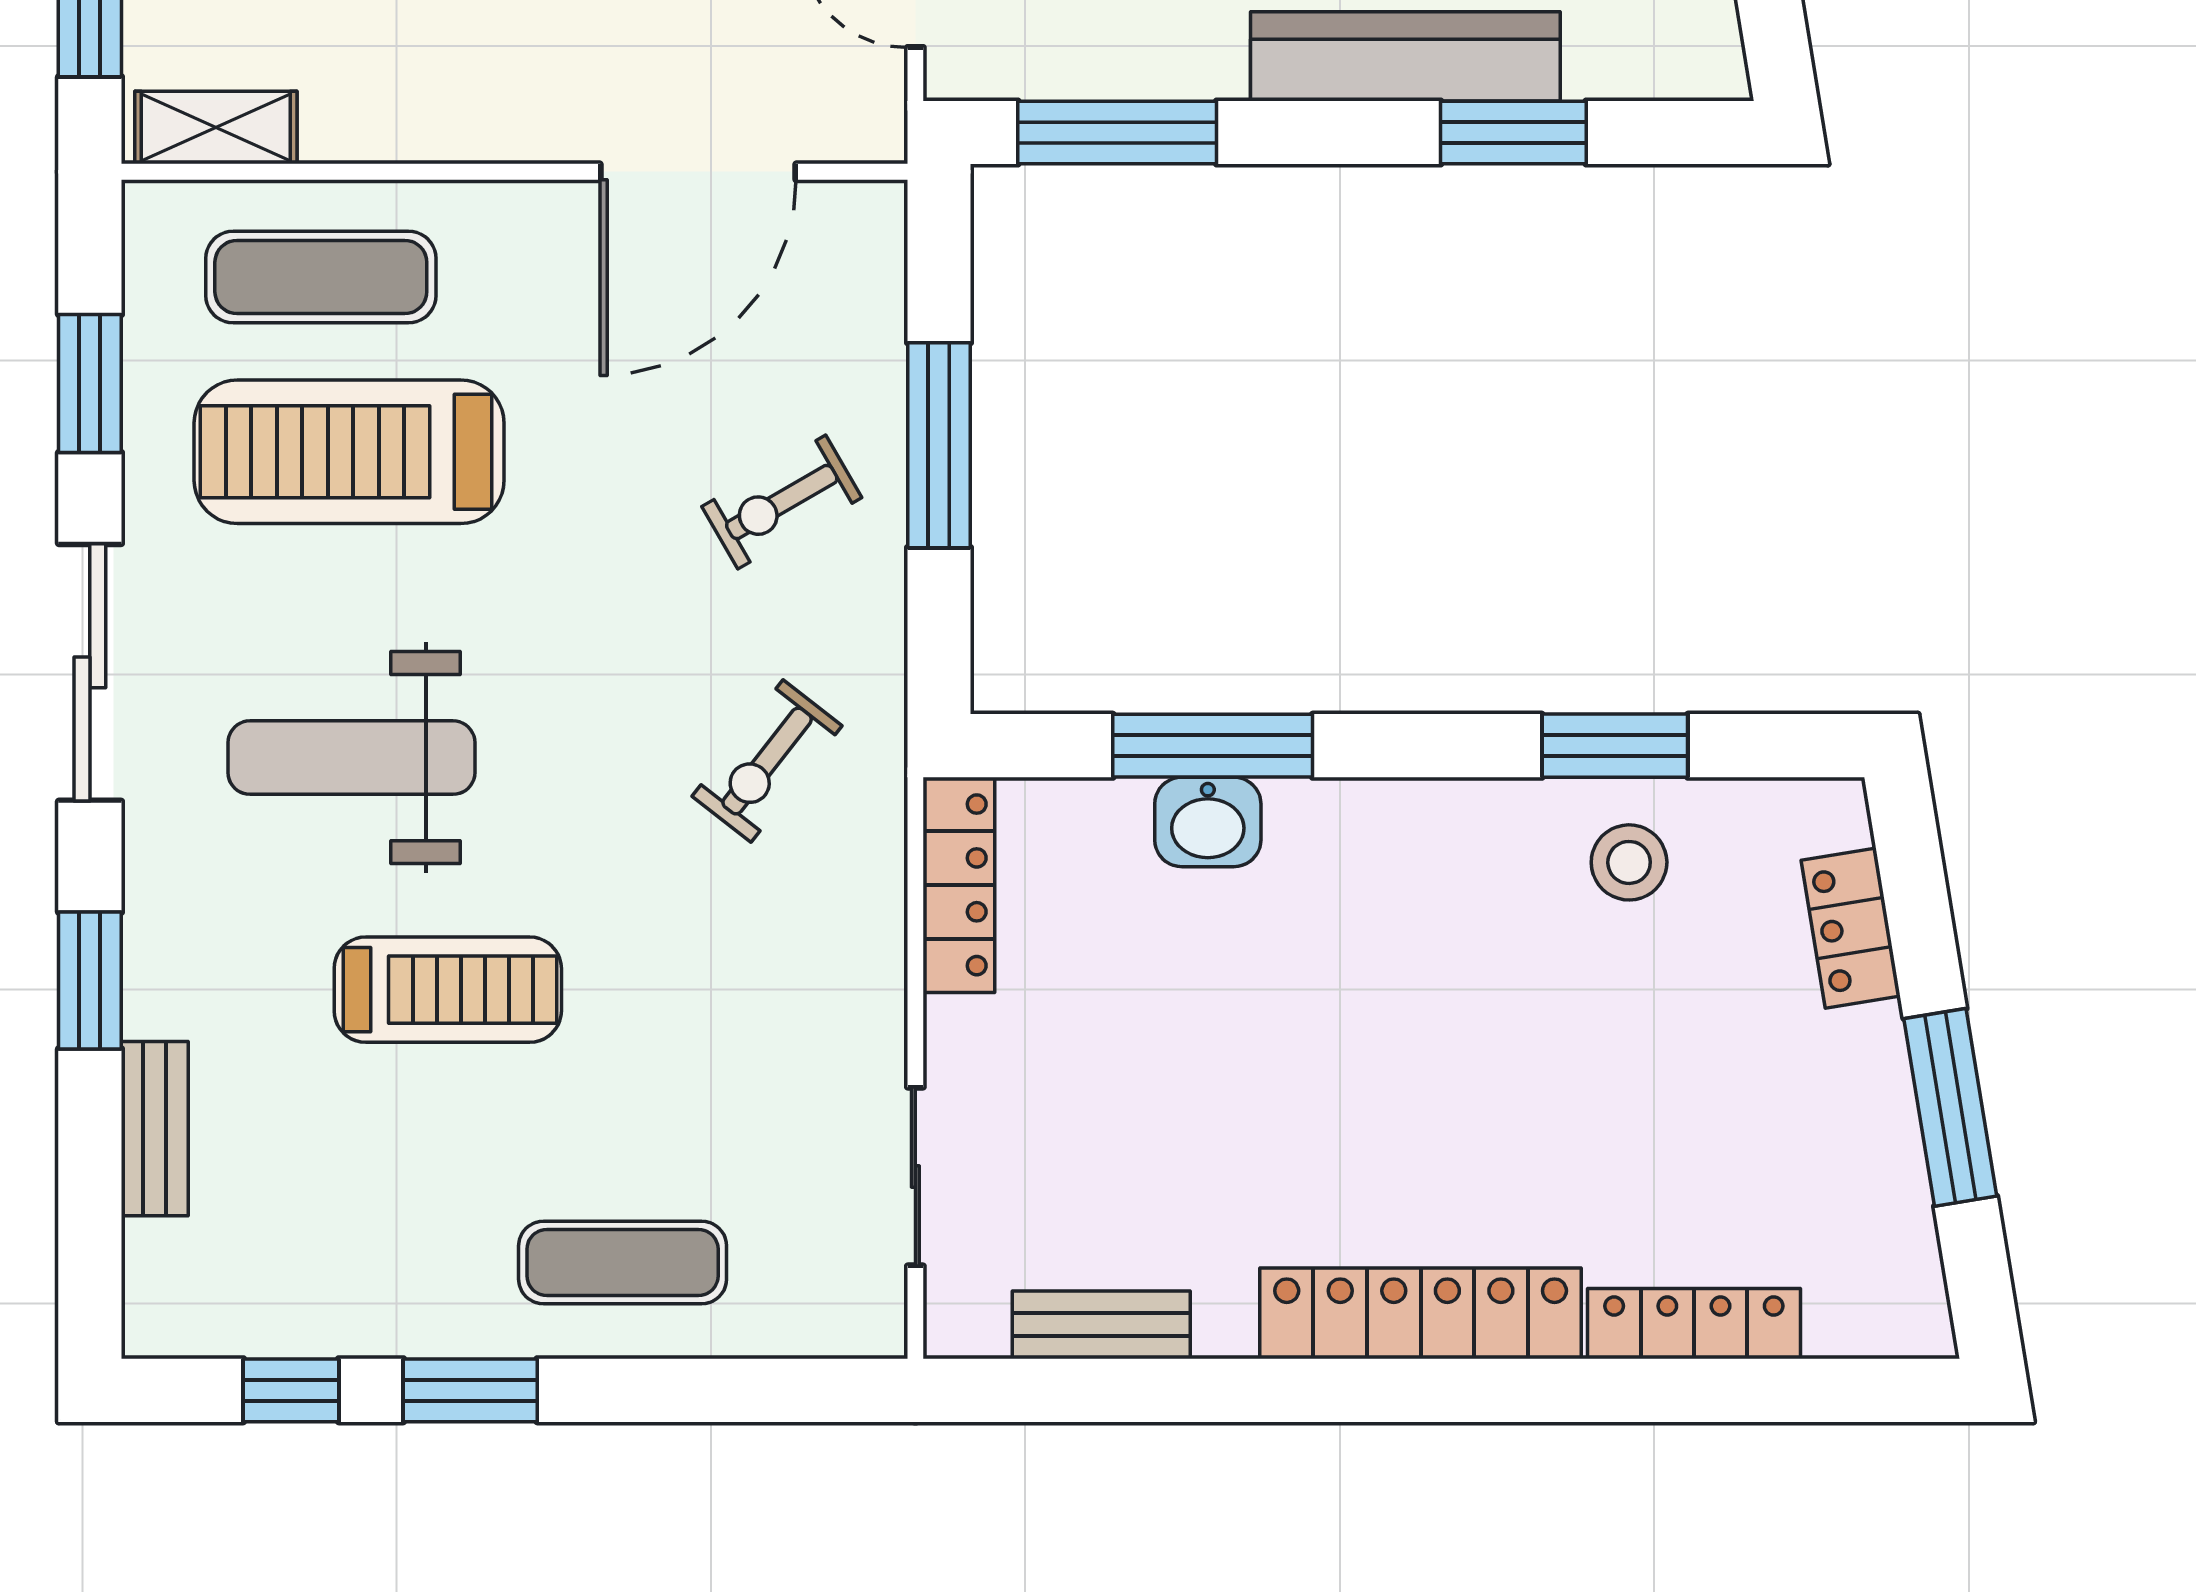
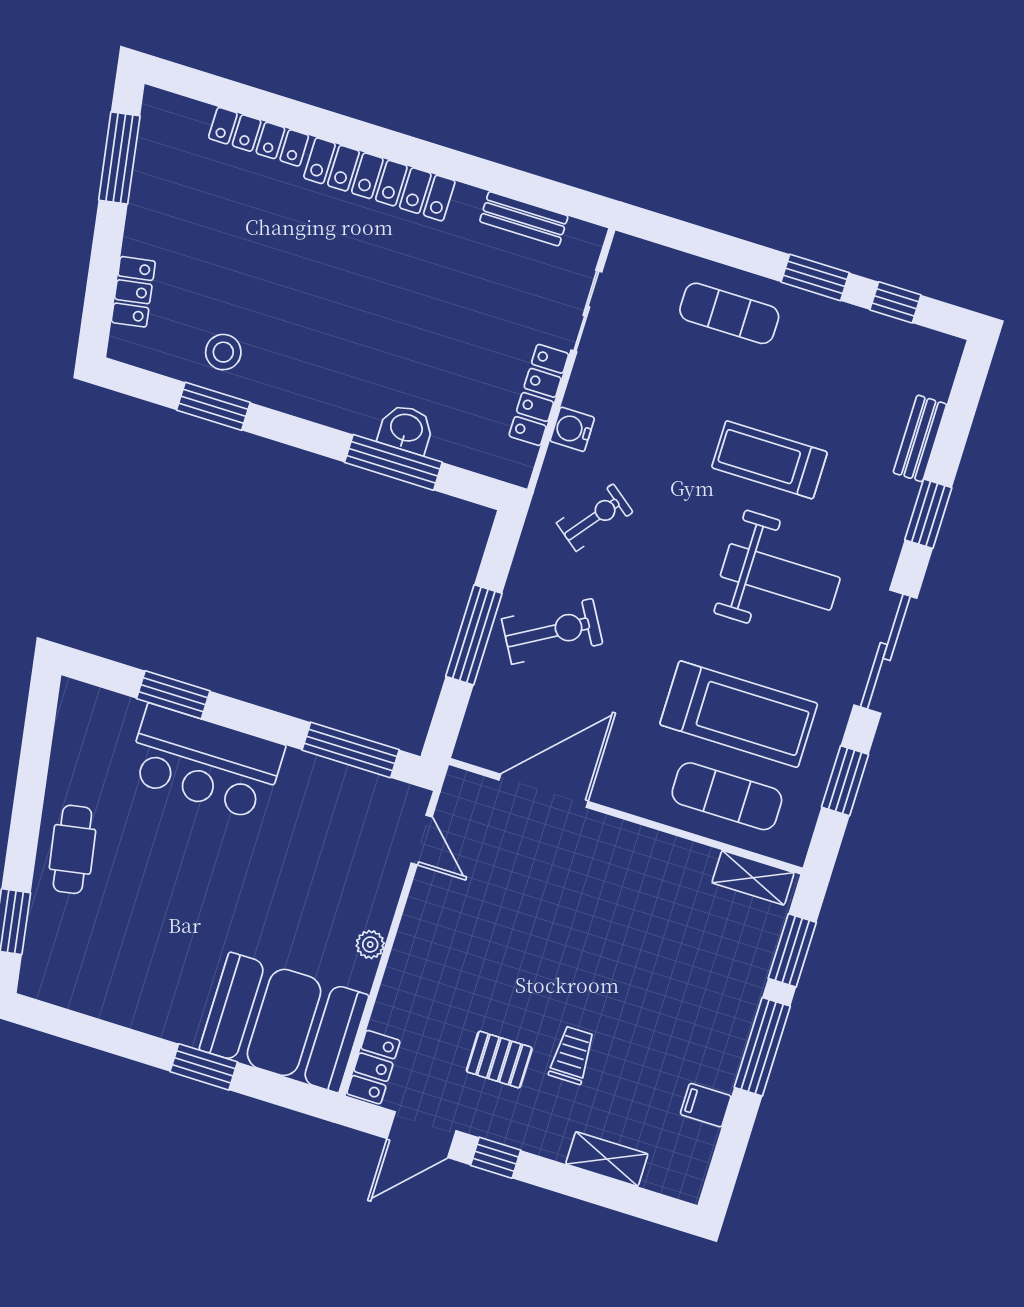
exercise bike: (782, 502) -> (552, 631), width x1.38, depth x1.39
locker: (959, 885) -> (539, 395), moved
water cooler: (869, 926) -> (572, 429), added
window: (1950, 1107) -> (119, 158), moved

